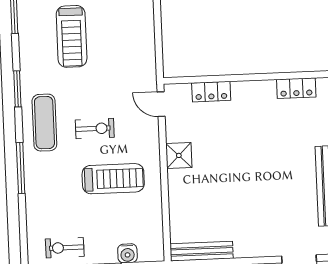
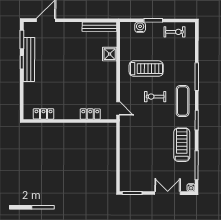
treadmill: (72, 36) -> (182, 145), moved
shower: (179, 155) -> (110, 54), moved
treadmill: (113, 179) -> (146, 69), turned 180

